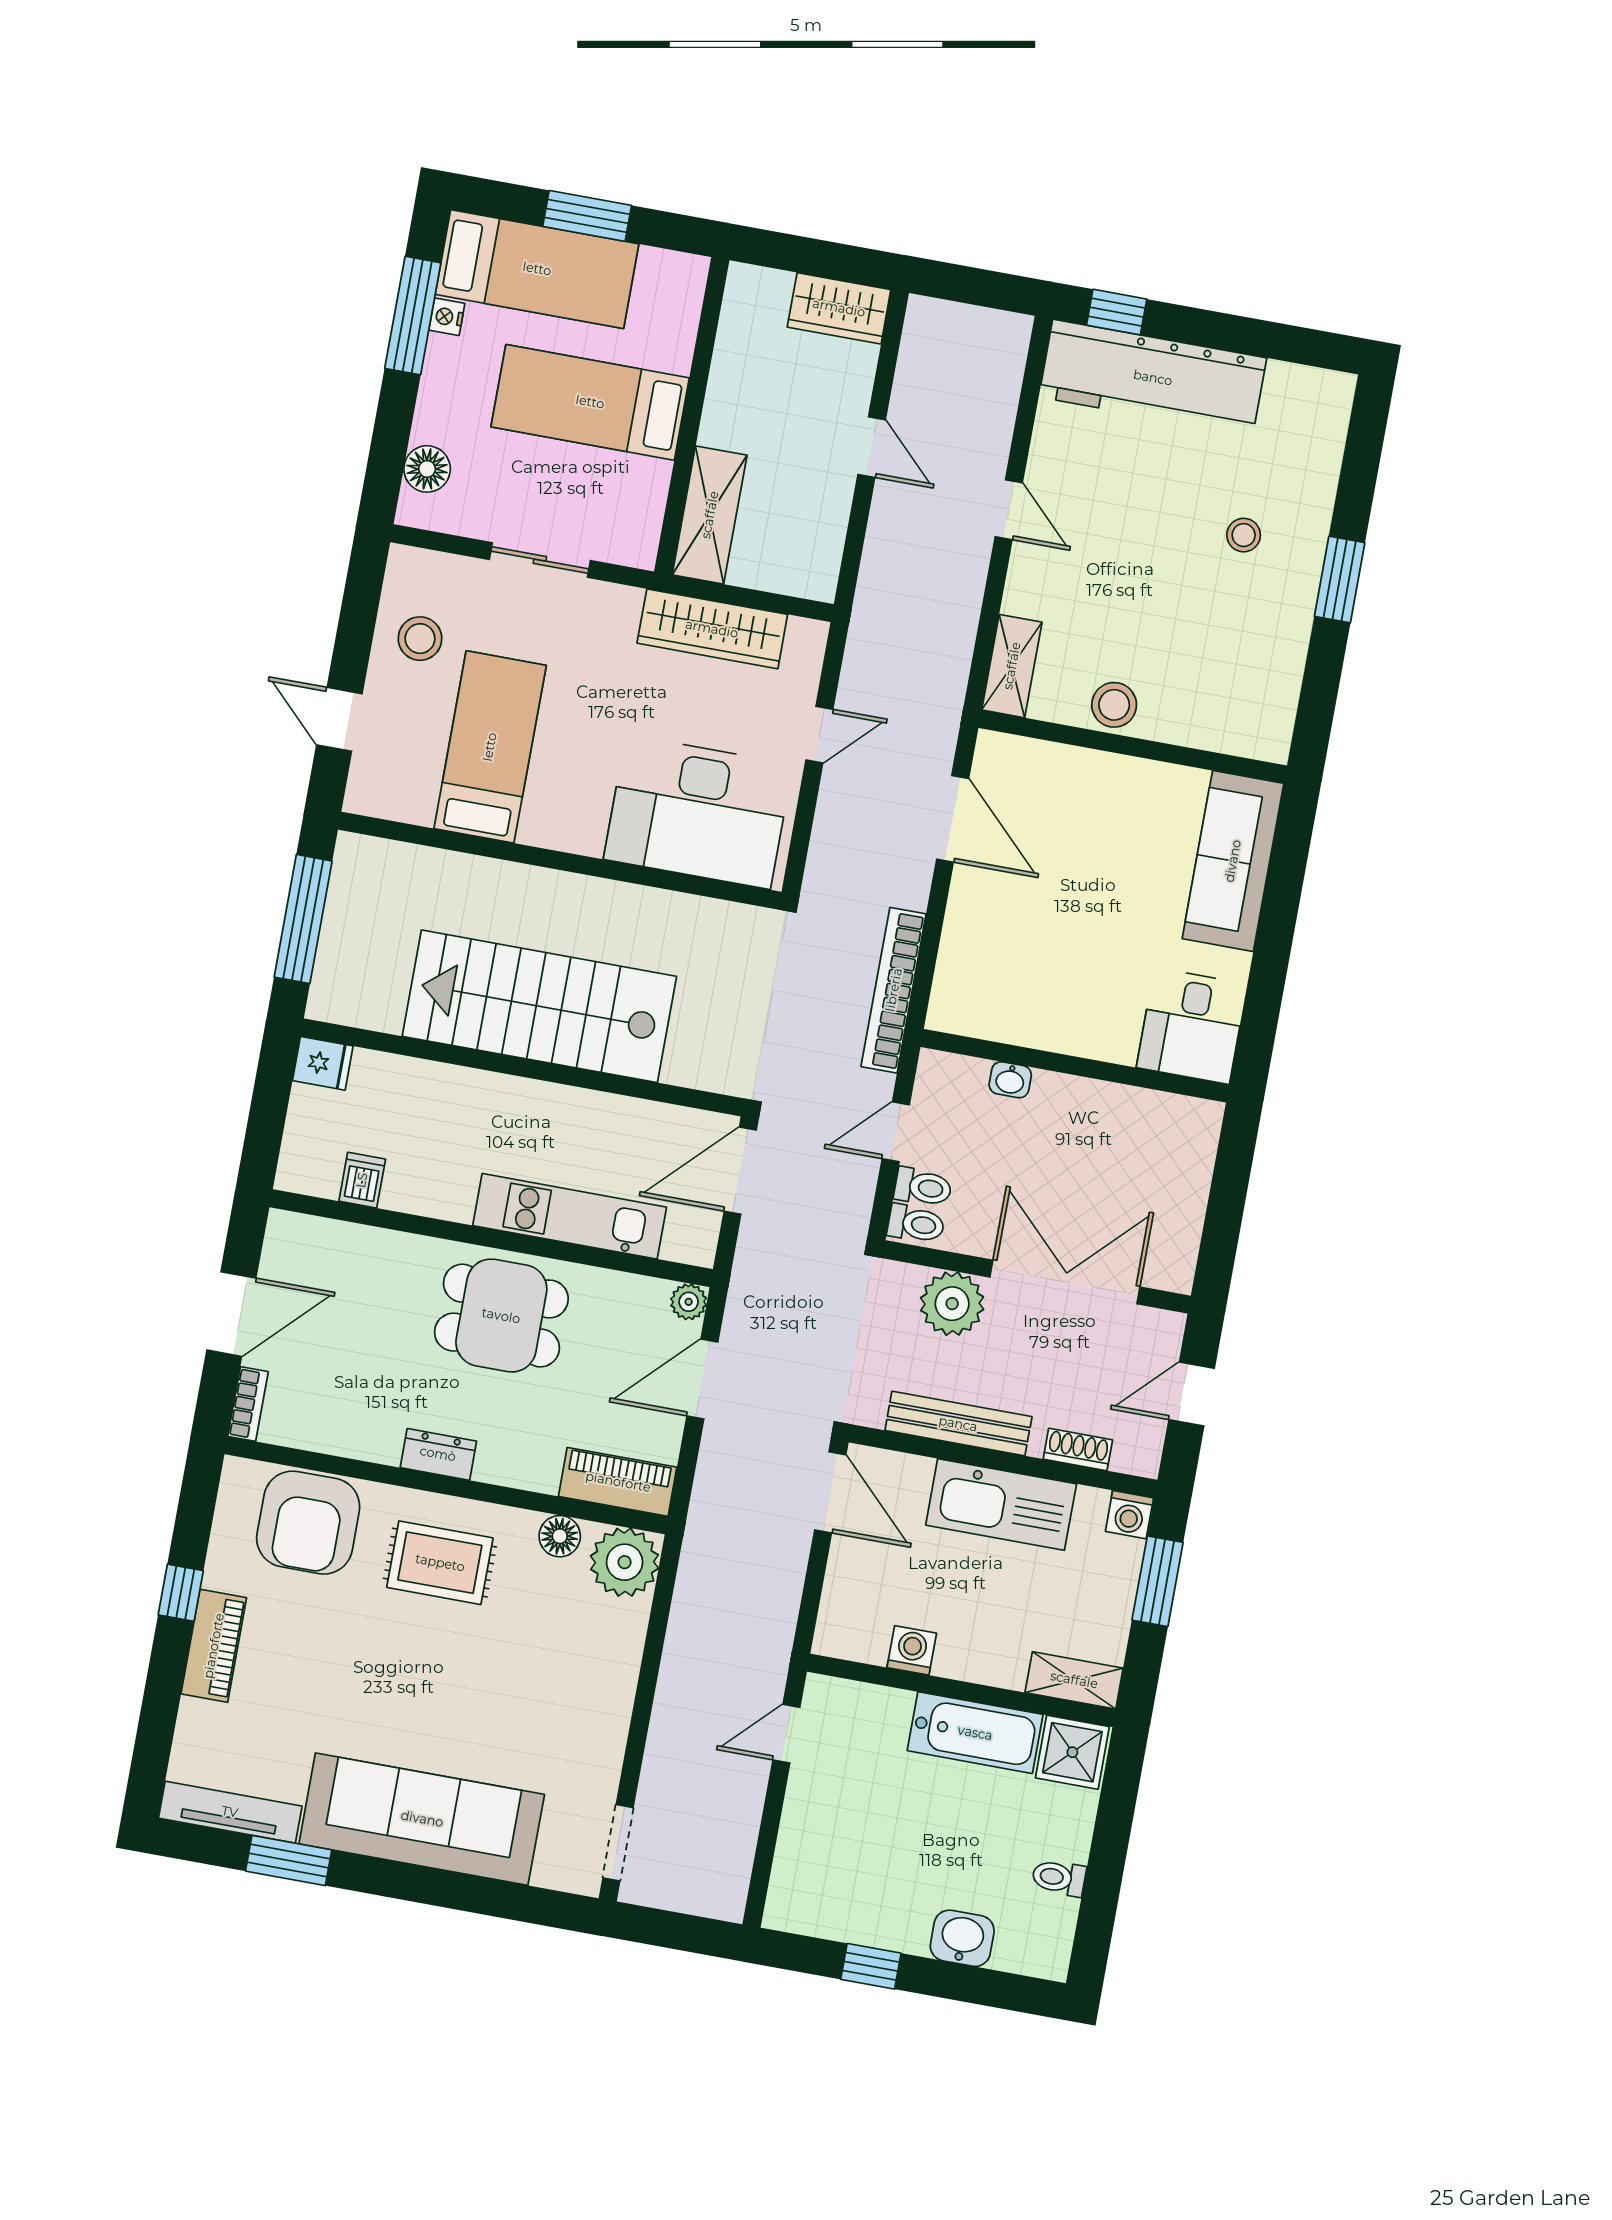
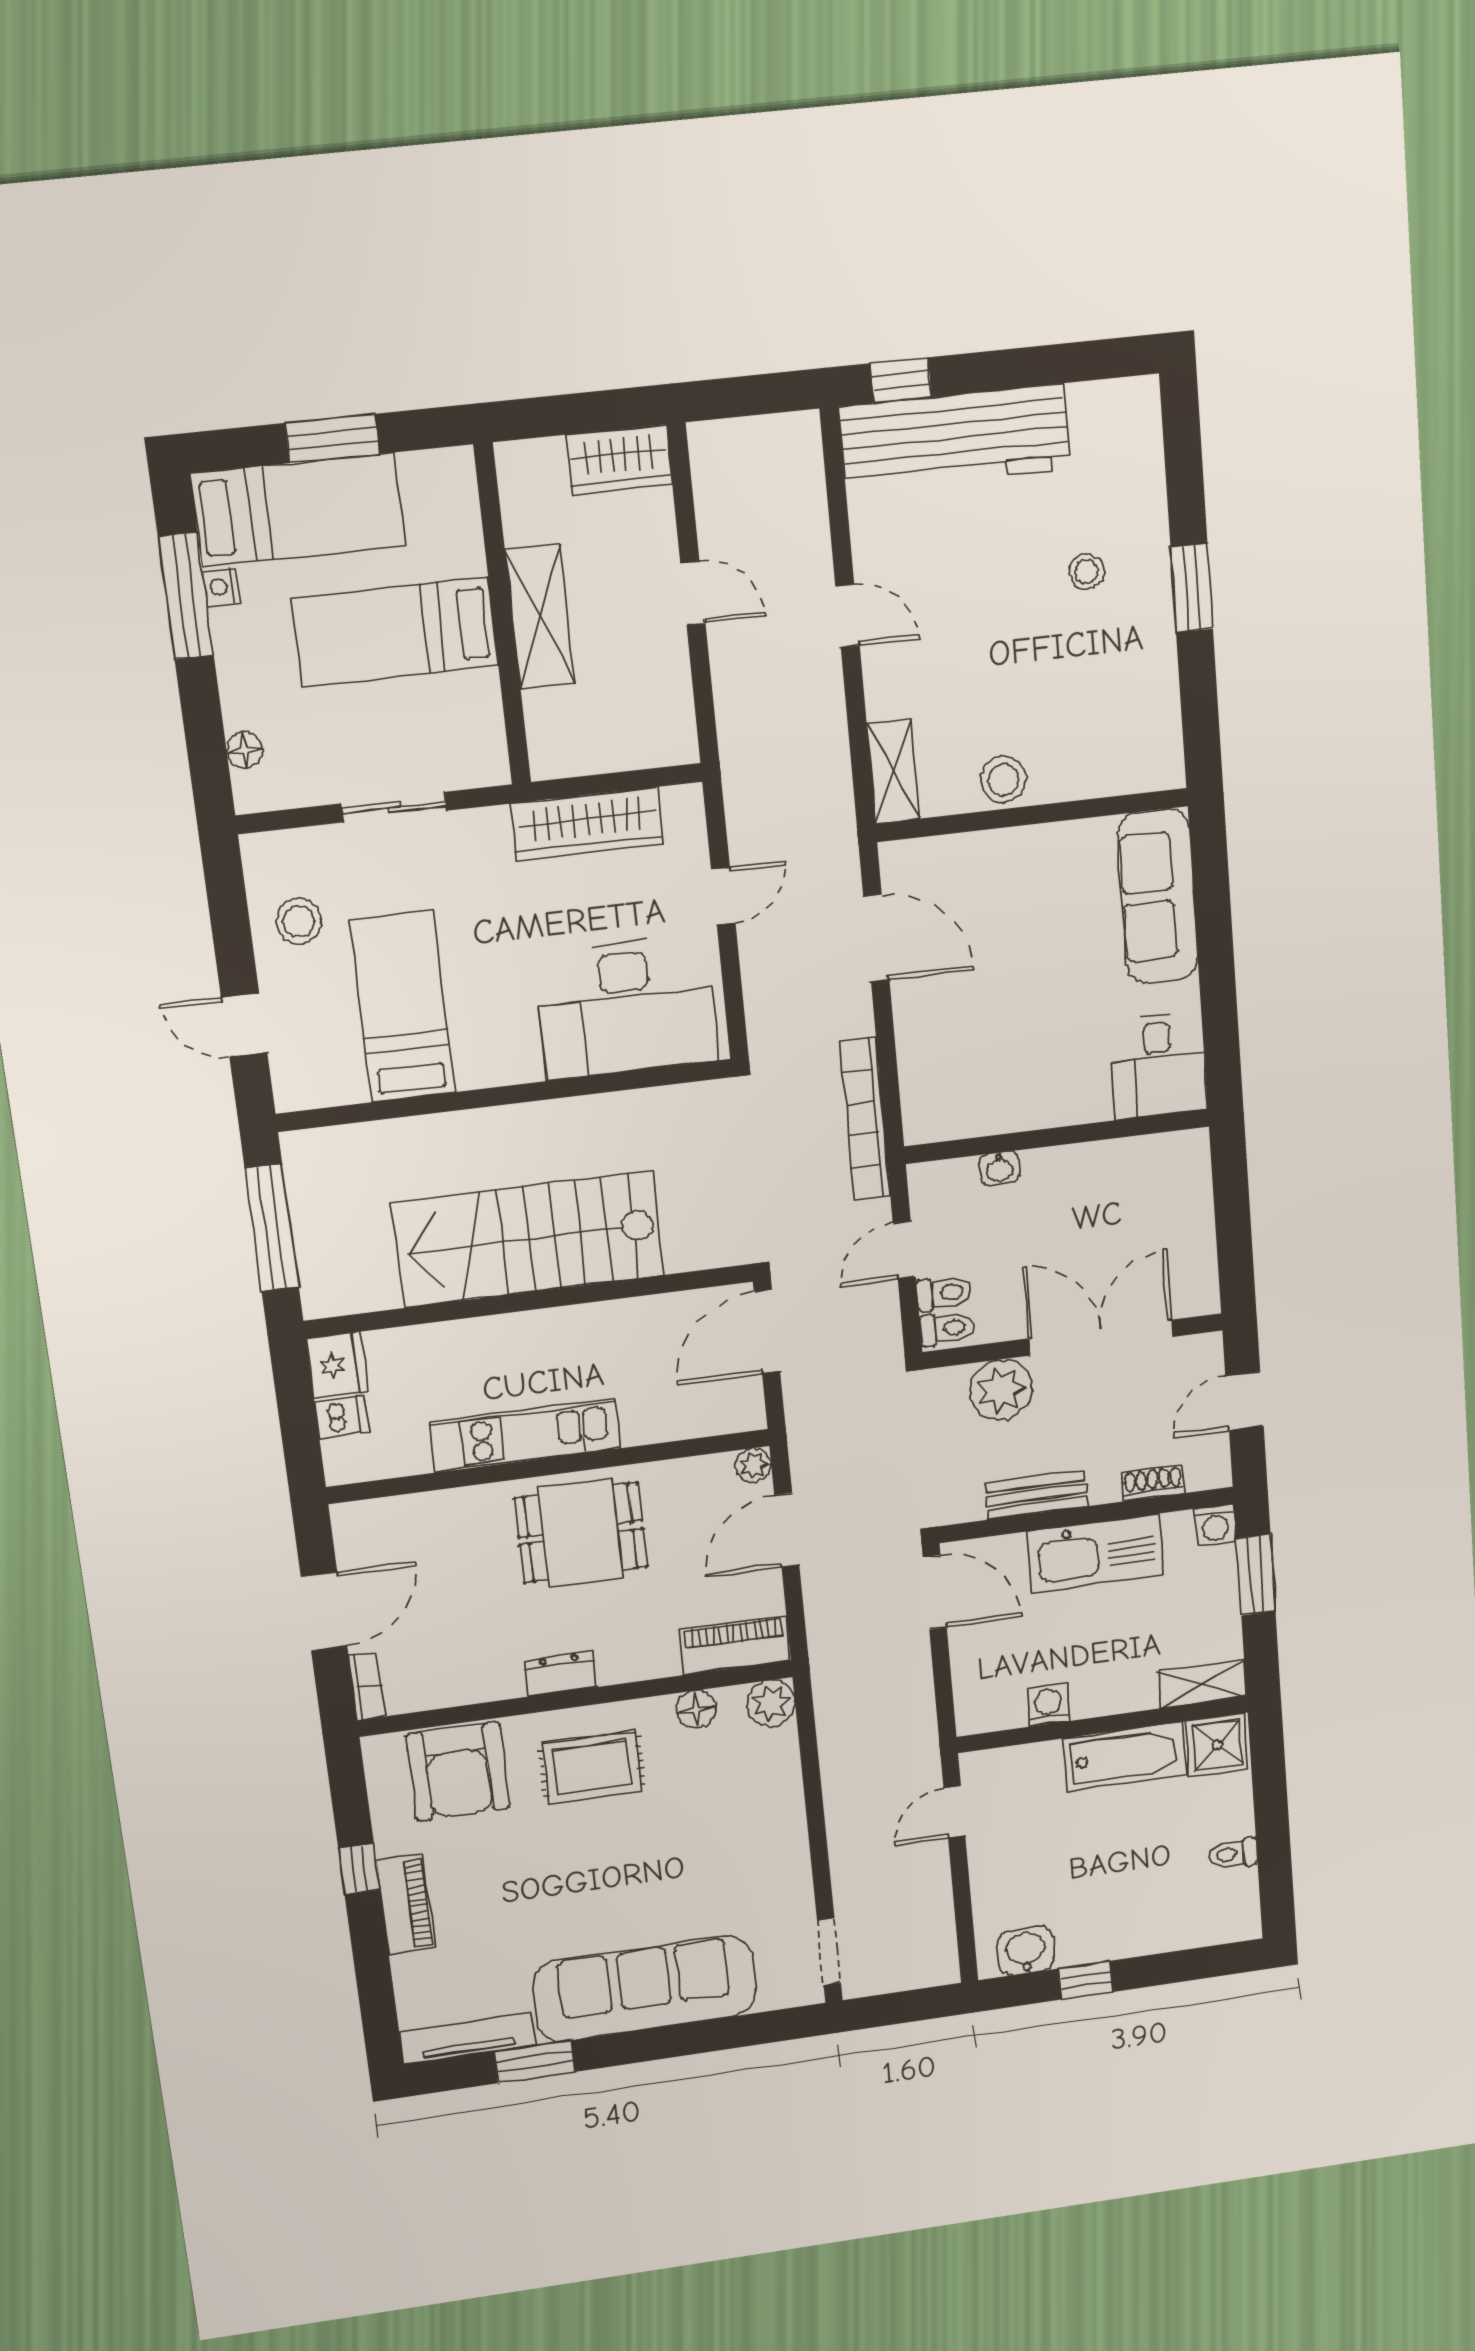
floor lamp: (427, 469) -> (245, 750), width x0.73, depth x0.73
shelving: (710, 515) -> (540, 617), moved
fridge: (323, 1063) -> (337, 1365), width x1.38
dishwasher: (362, 1180) -> (342, 1417), moved, turned 90
kitchen unit: (570, 1216) -> (525, 1435), moved
bench: (958, 1424) -> (1036, 1495), width x0.73
plant: (625, 1562) -> (771, 1703), width x0.73, depth x0.73
washbasin: (962, 1938) -> (1026, 1951), moved

